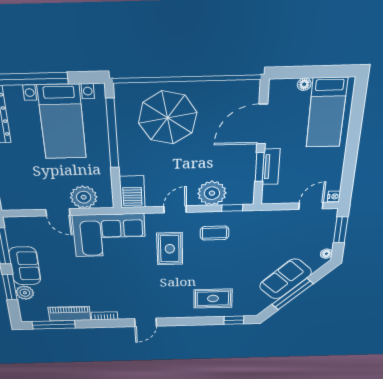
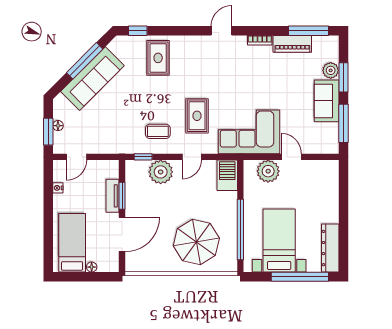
nightstand: (334, 196) -> (58, 188), moved
floor lamp: (326, 254) -> (58, 126), moved
sofa: (285, 279) -> (92, 79), width x1.36
rug: (213, 299) -> (158, 58), turned 90

